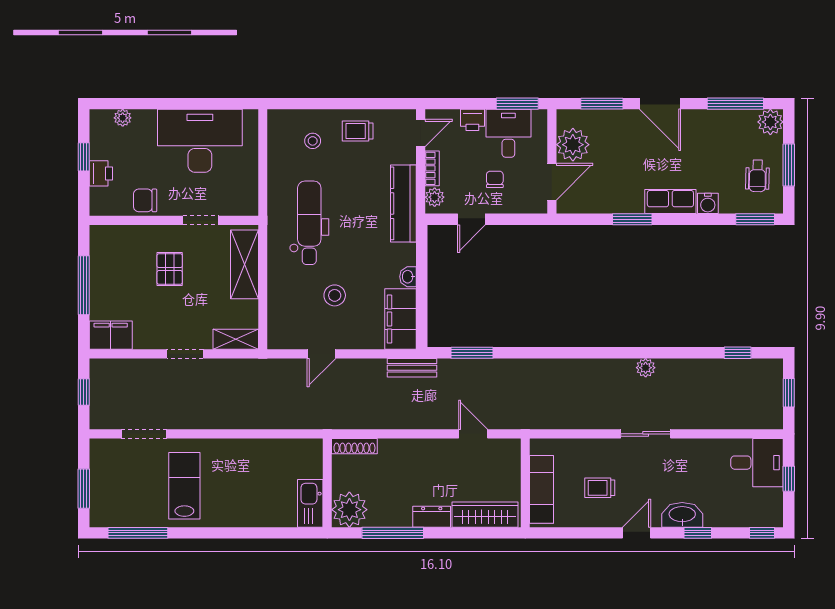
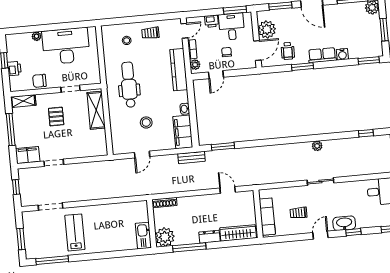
plant: (123, 118) -> (36, 36), moved
wheelchair: (757, 176) -> (288, 51), moved
shelving: (236, 339) -> (23, 101), moved
doorway: (185, 354) -> (54, 163), moved

